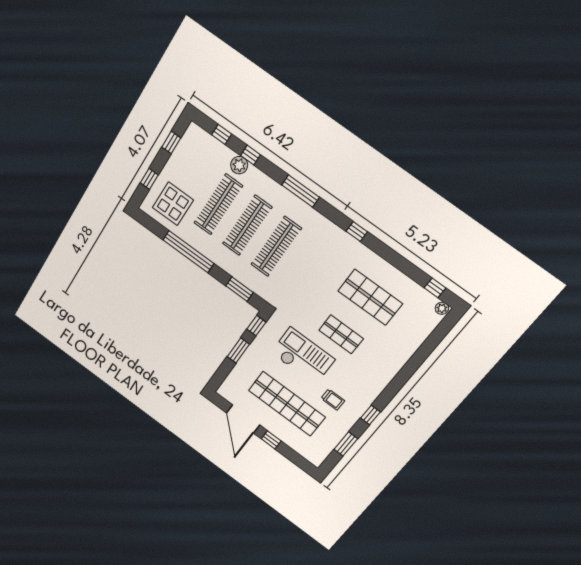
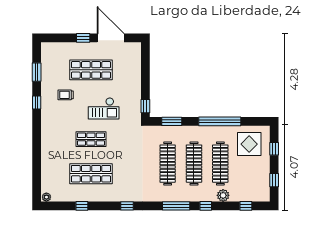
window: (250, 155) -> (206, 206), moved
window: (435, 288) -> (82, 206), moved
window: (238, 350) -> (145, 81), removed
checkout: (303, 356) -> (104, 108), width x0.73, depth x0.83
shop shelf: (287, 404) -> (91, 70), width x0.71

